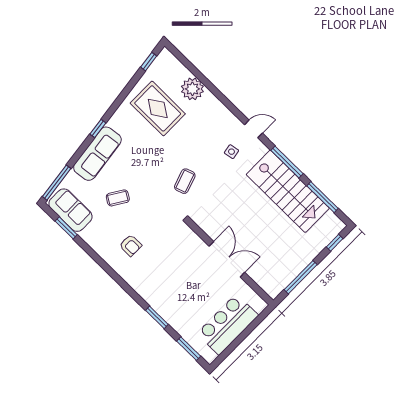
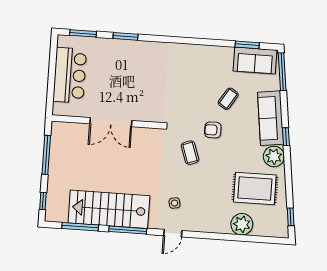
plant: (121, 121) -> (274, 156), added
armchair: (131, 245) -> (213, 130), moved

